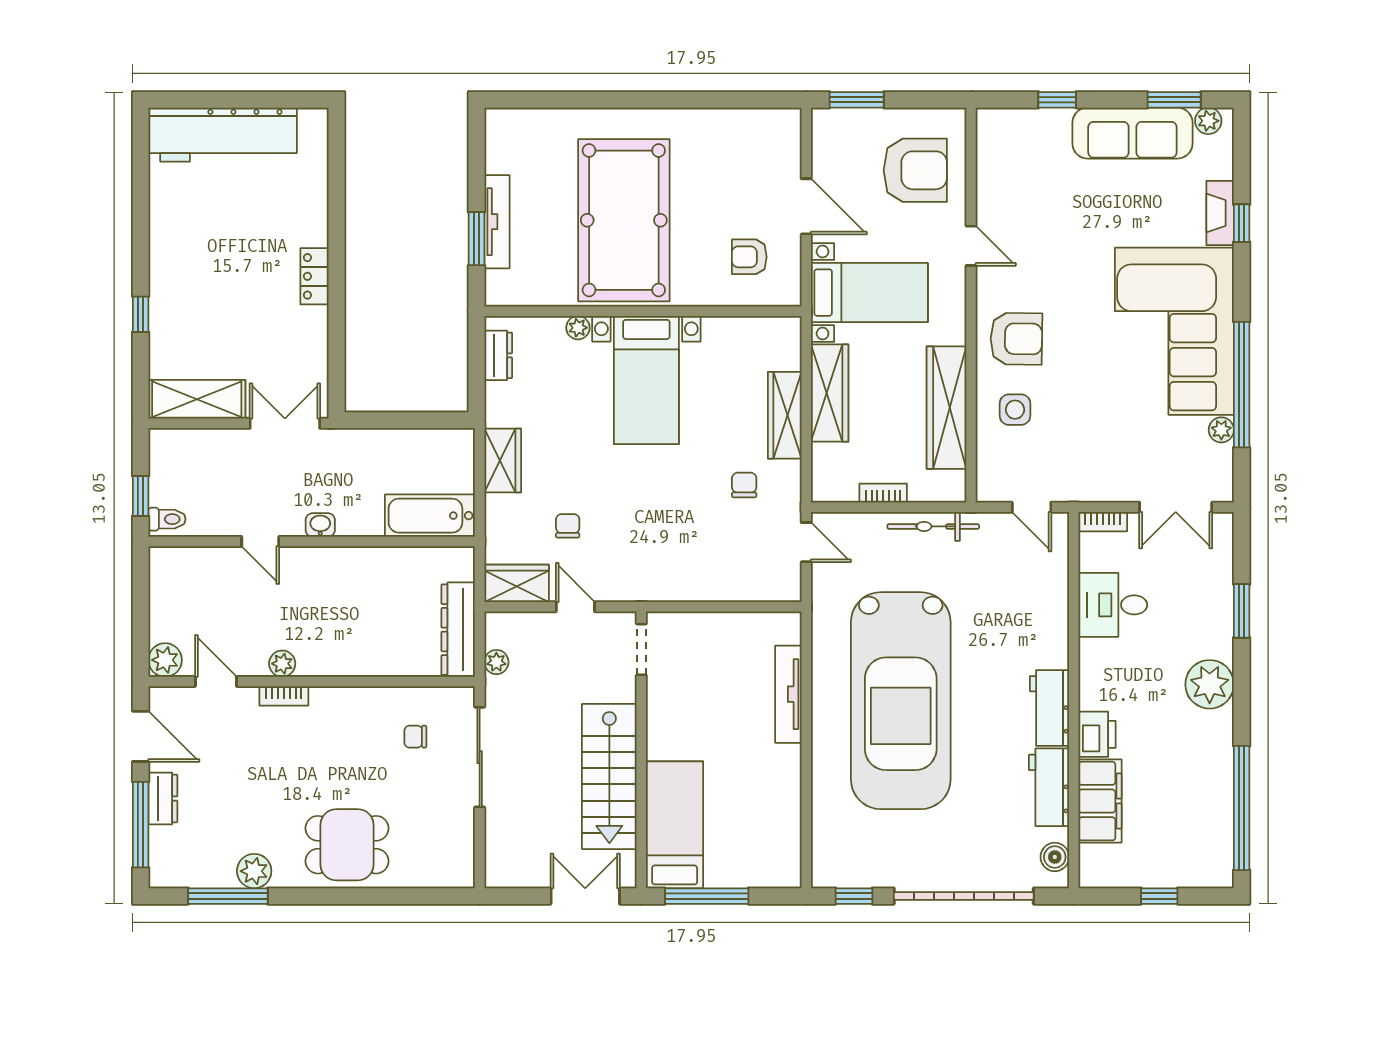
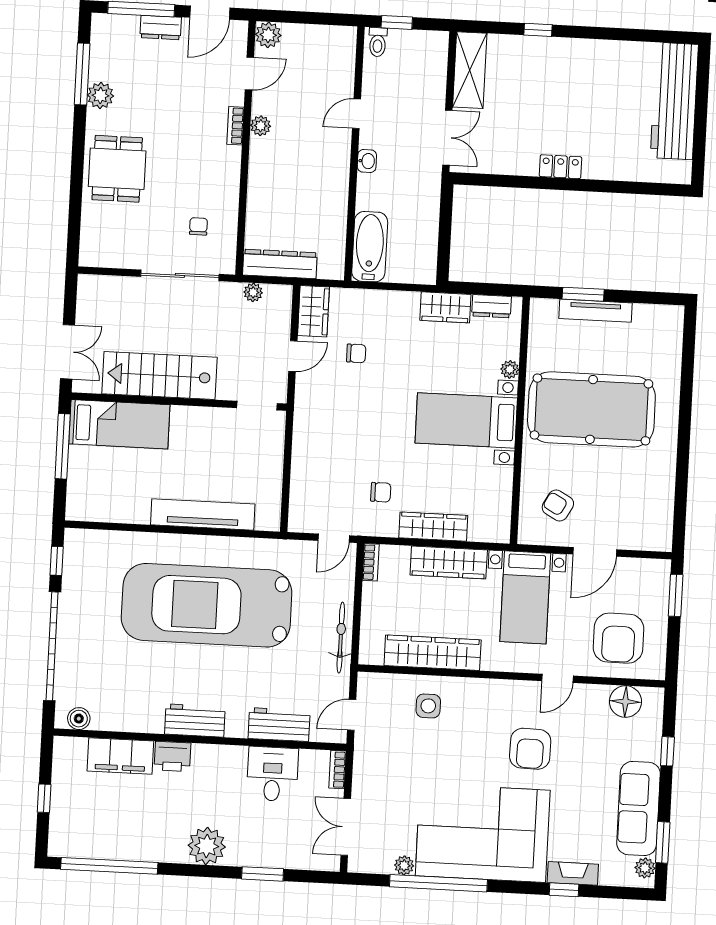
floor lamp: (996, 157) -> (625, 702), added
armchair: (749, 257) -> (558, 505), turned -61
armchair: (1016, 339) -> (530, 749), moved
wardrobe: (503, 461) -> (445, 307), moved
bookcase: (883, 493) -> (371, 562), moved
tv unit: (788, 694) -> (203, 514), width x1.36, depth x1.29
workbench: (1049, 787) -> (279, 725), moved

